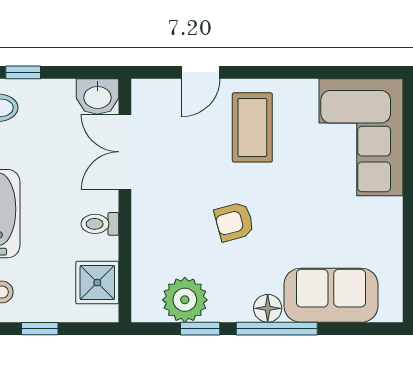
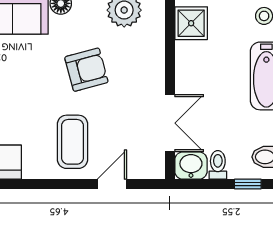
armchair: (234, 222) -> (86, 70), width x1.38, depth x1.38
toilet: (100, 224) -> (218, 165), moved, turned -90

